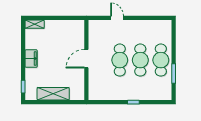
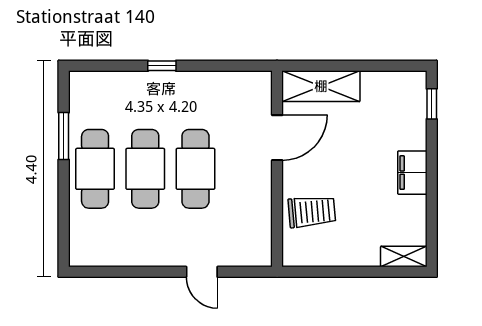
trolley: (72, 43) -> (312, 212), added
door: (86, 59) -> (277, 138), moved
shelving: (53, 94) -> (321, 86), moved

